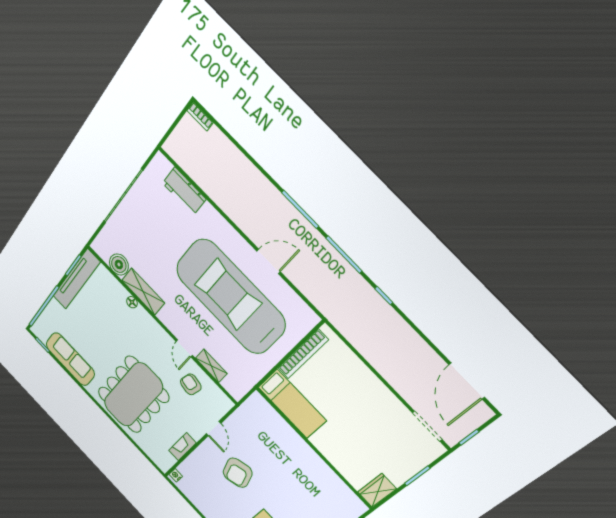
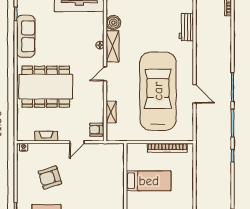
door: (184, 348) -> (105, 74), moved
armchair: (191, 384) -> (96, 130), moved, turned -101
bed: (292, 404) -> (149, 181), moved, turned -90
armchair: (238, 473) -> (50, 177), moved

